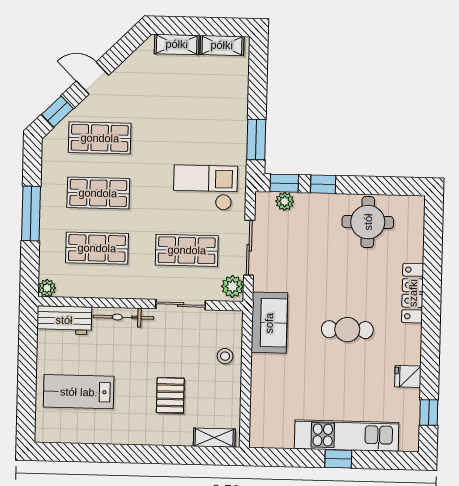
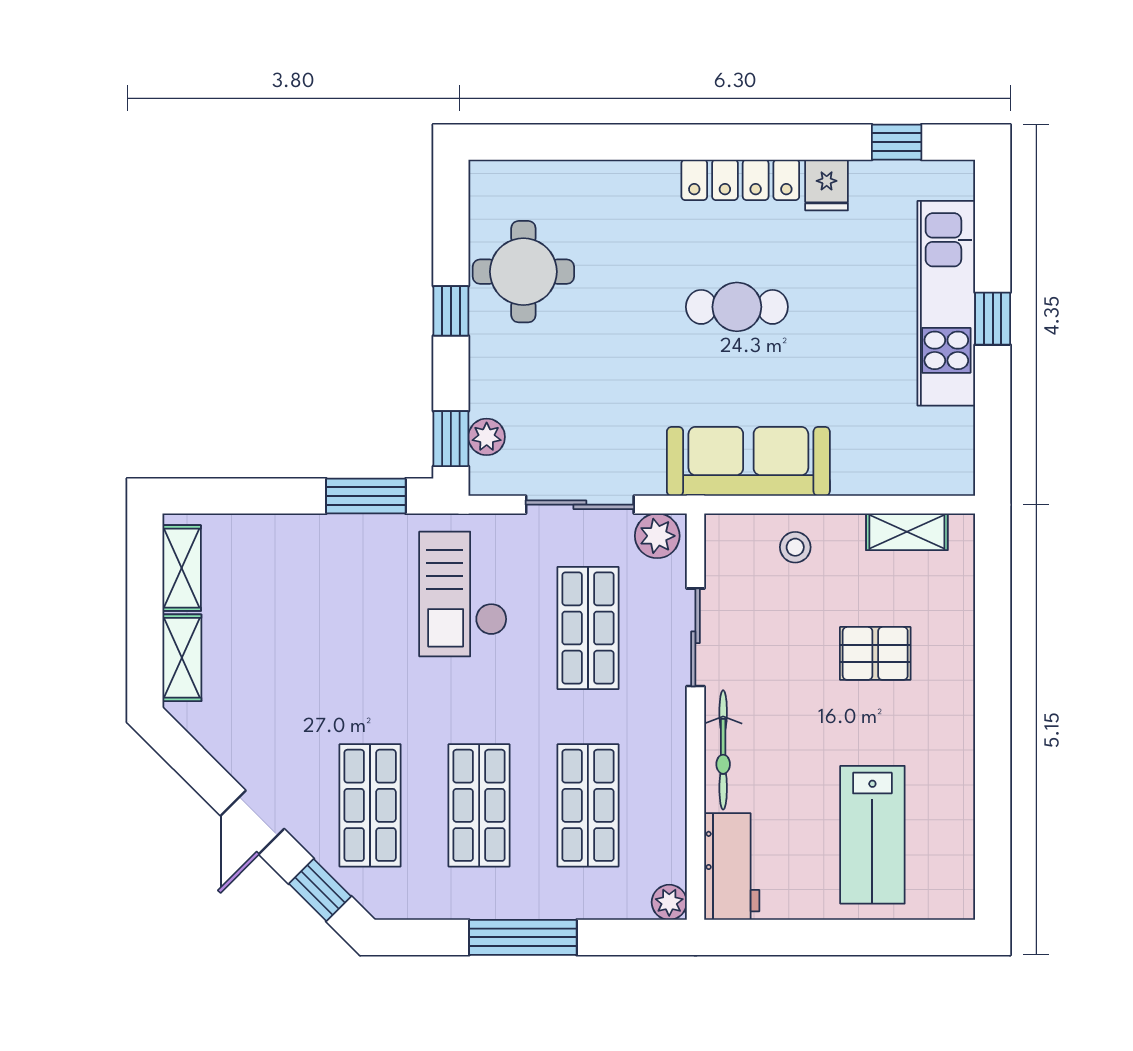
window: (323, 184) -> (451, 311), moved
locker: (413, 293) -> (740, 180), moved
sofa: (269, 323) -> (748, 461), width x1.36
cafe table: (347, 330) -> (737, 307), turned 90
shelving: (214, 438) -> (907, 532), moved, turned 90

